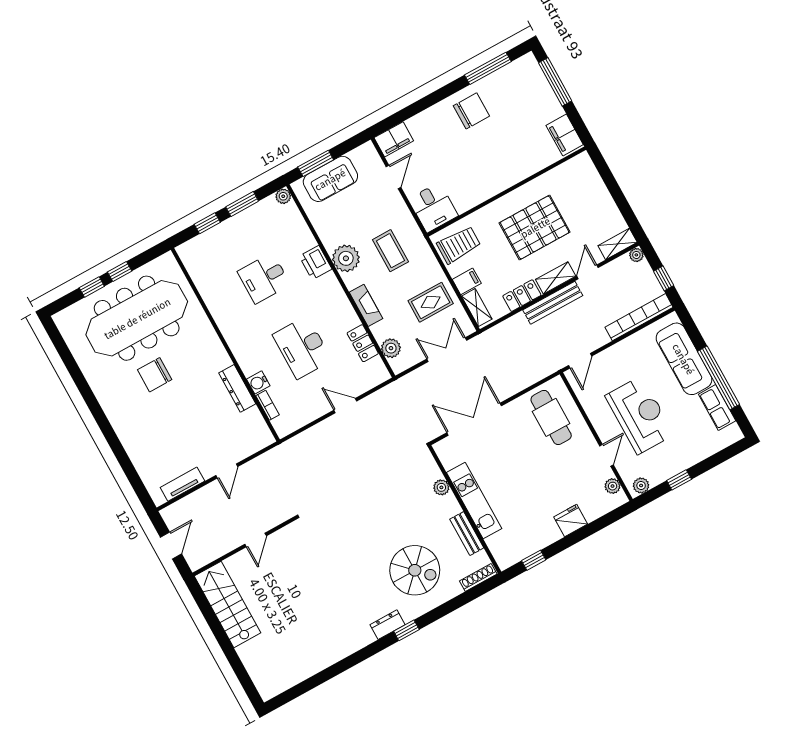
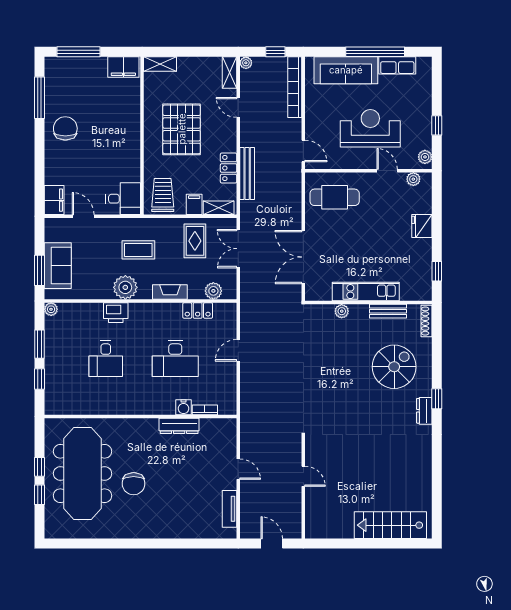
shelving: (556, 278) -> (160, 64), moved, turned 90
bench: (553, 303) -> (247, 174), moved
stairs: (227, 604) -> (390, 525), moved

